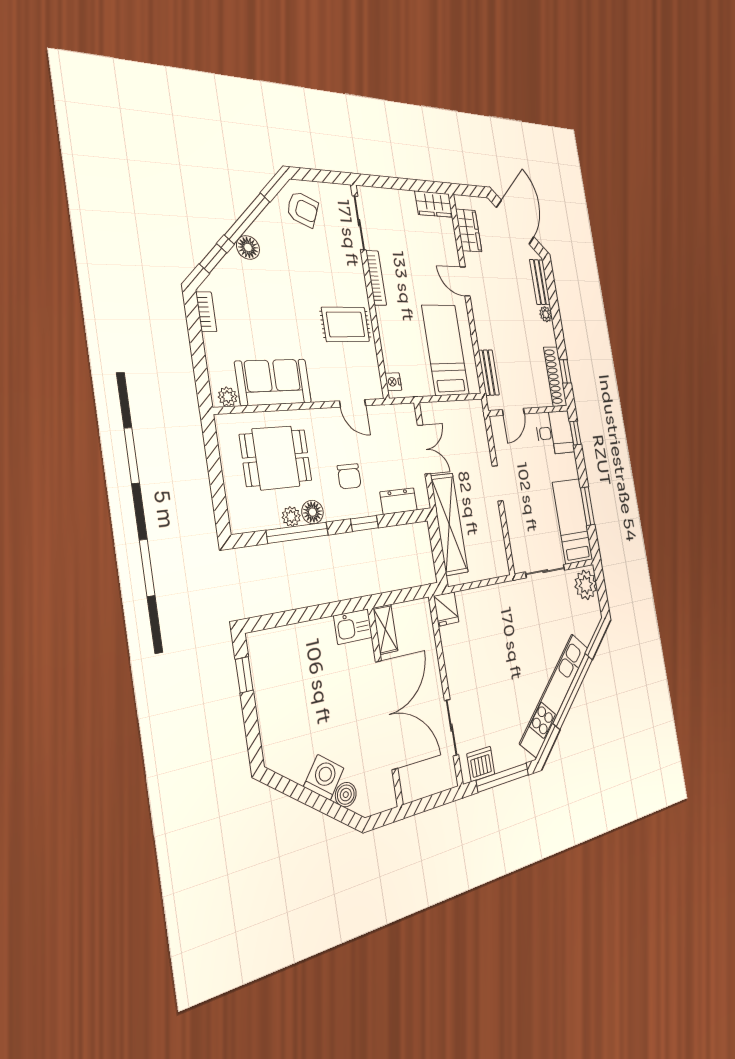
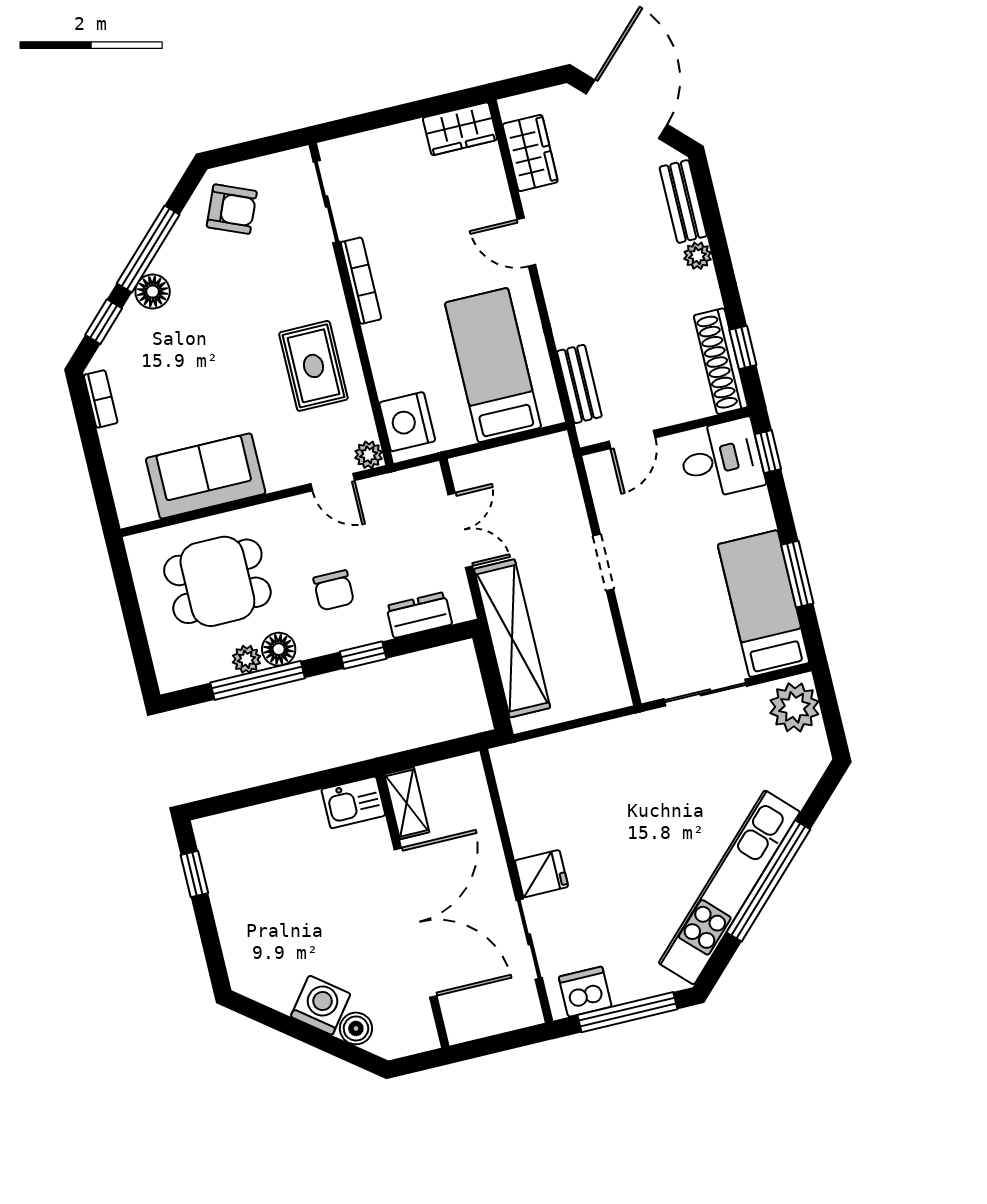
rug: (346, 324) -> (313, 366), turned 90
nightstand: (393, 382) -> (407, 422), width x1.89, depth x1.79
plant: (228, 397) -> (369, 455), moved
fridge: (446, 609) -> (541, 874), moved, turned -90

